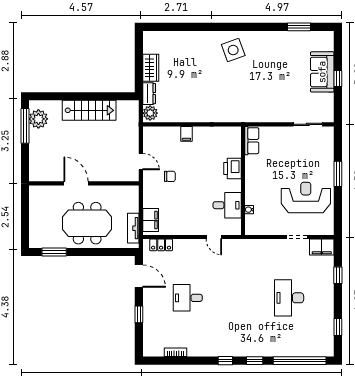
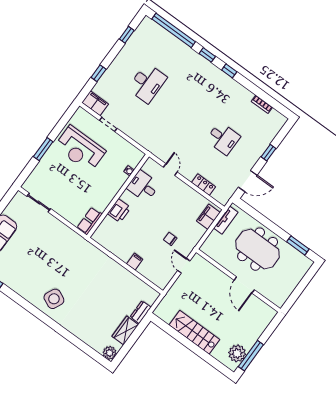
side table: (233, 50) -> (54, 299), turned 45
plant: (150, 113) -> (110, 353), moved
locker: (161, 245) -> (203, 185), moved
door: (139, 276) -> (248, 181), swing flipped

